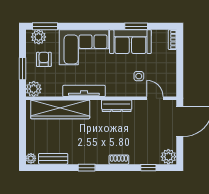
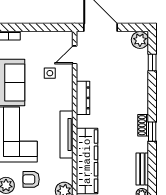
shoe rack: (119, 160) -> (143, 125), moved

